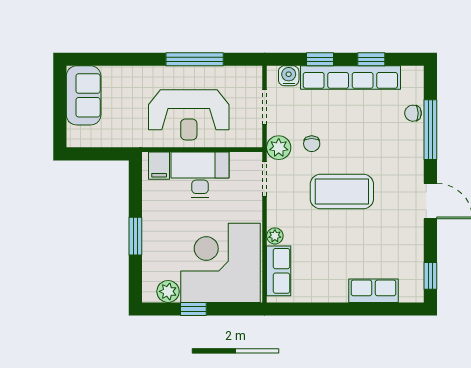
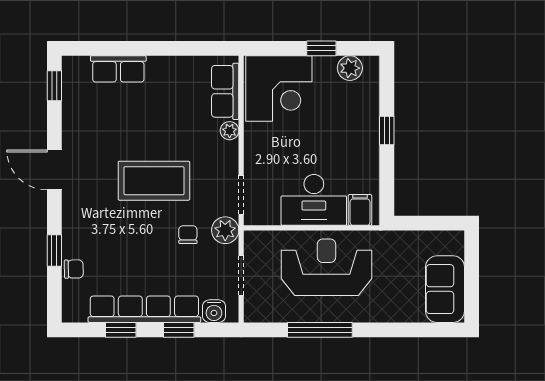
window: (430, 130) -> (54, 251), width x0.46
window: (135, 236) -> (387, 130), width x0.67
corner desk: (221, 263) -> (279, 89), width x0.74, depth x0.74

